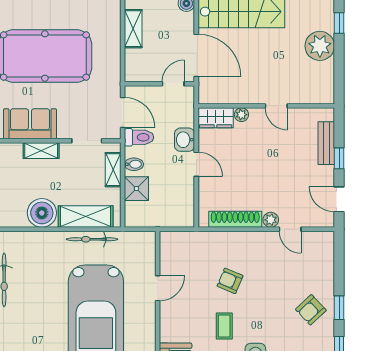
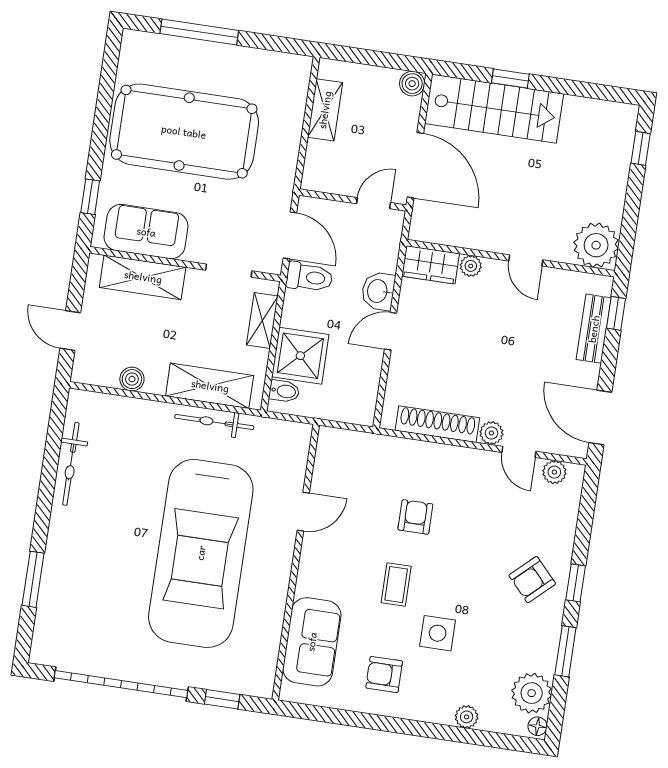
plant: (320, 46) -> (596, 245), moved
shelving: (41, 151) -> (143, 277), width x1.50, depth x1.33
window: (339, 158) -> (616, 313), moved
bidet: (134, 164) -> (284, 391), moved
door: (196, 164) -> (391, 331), swing flipped
shower: (136, 189) -> (300, 356), width x1.36, depth x1.36
door: (339, 199) -> (600, 418), width x1.38
boiler: (42, 213) -> (132, 379), width x0.54, depth x0.54
plant: (315, 239) -> (554, 472), added
armchair: (230, 281) -> (415, 517), turned 67

